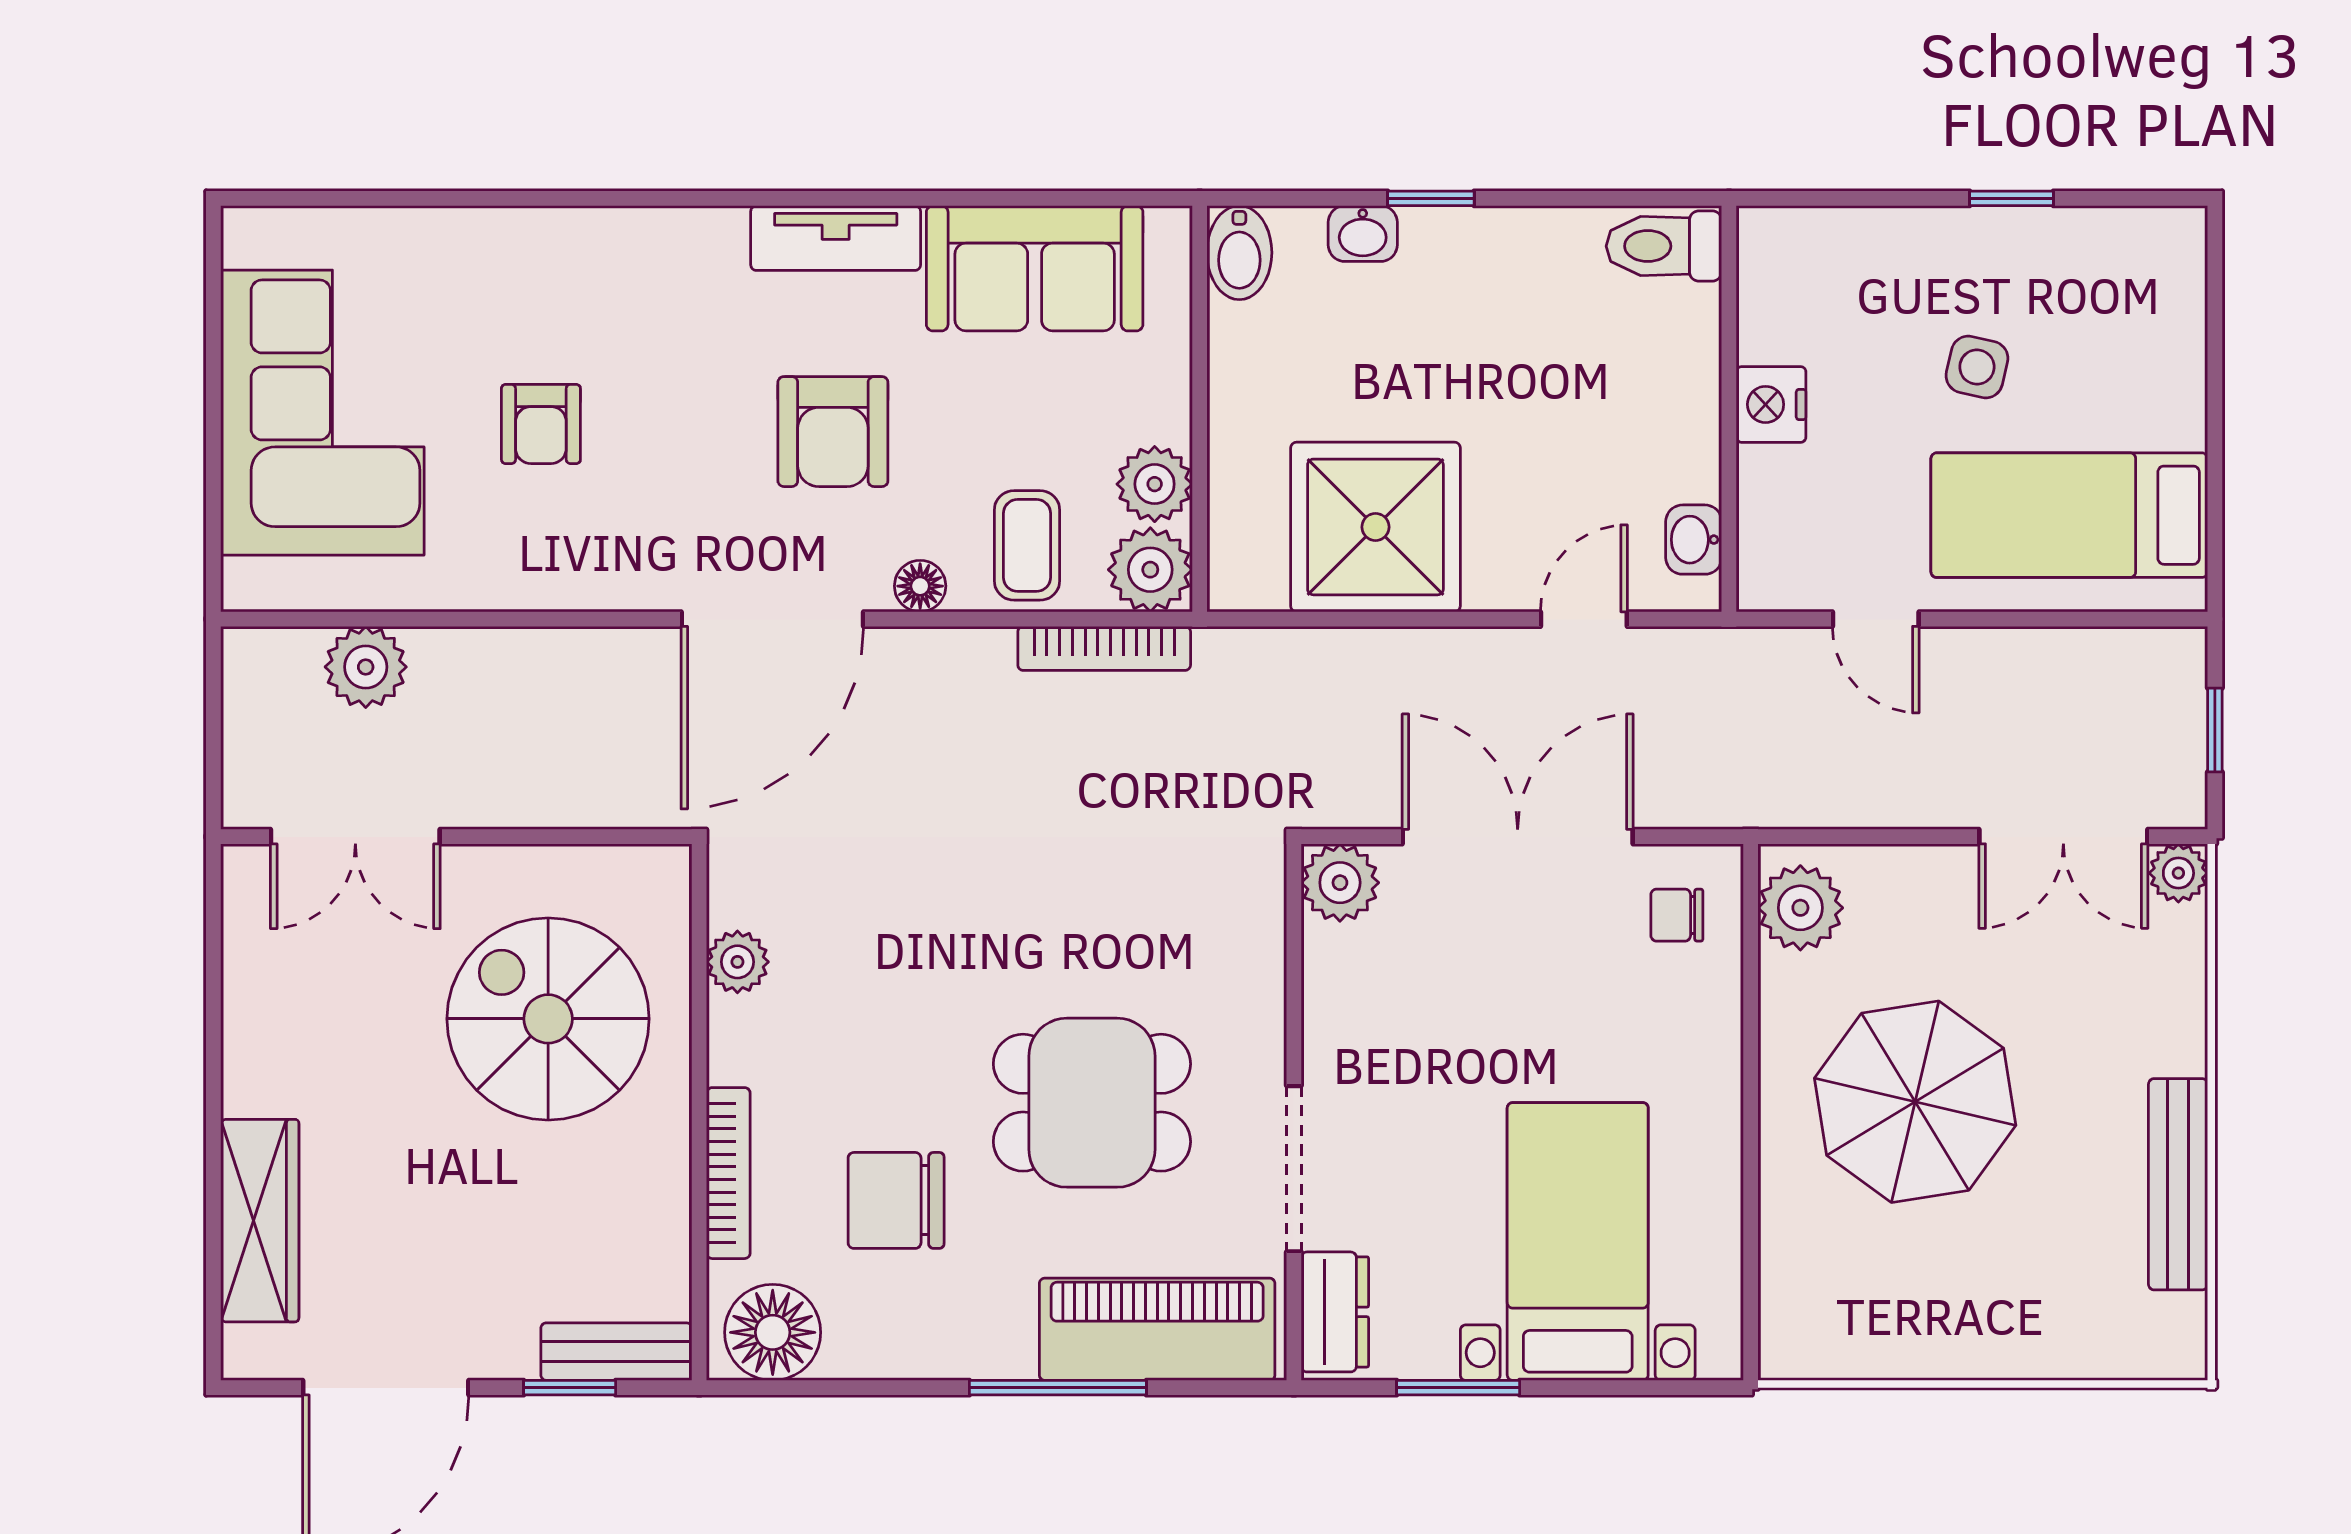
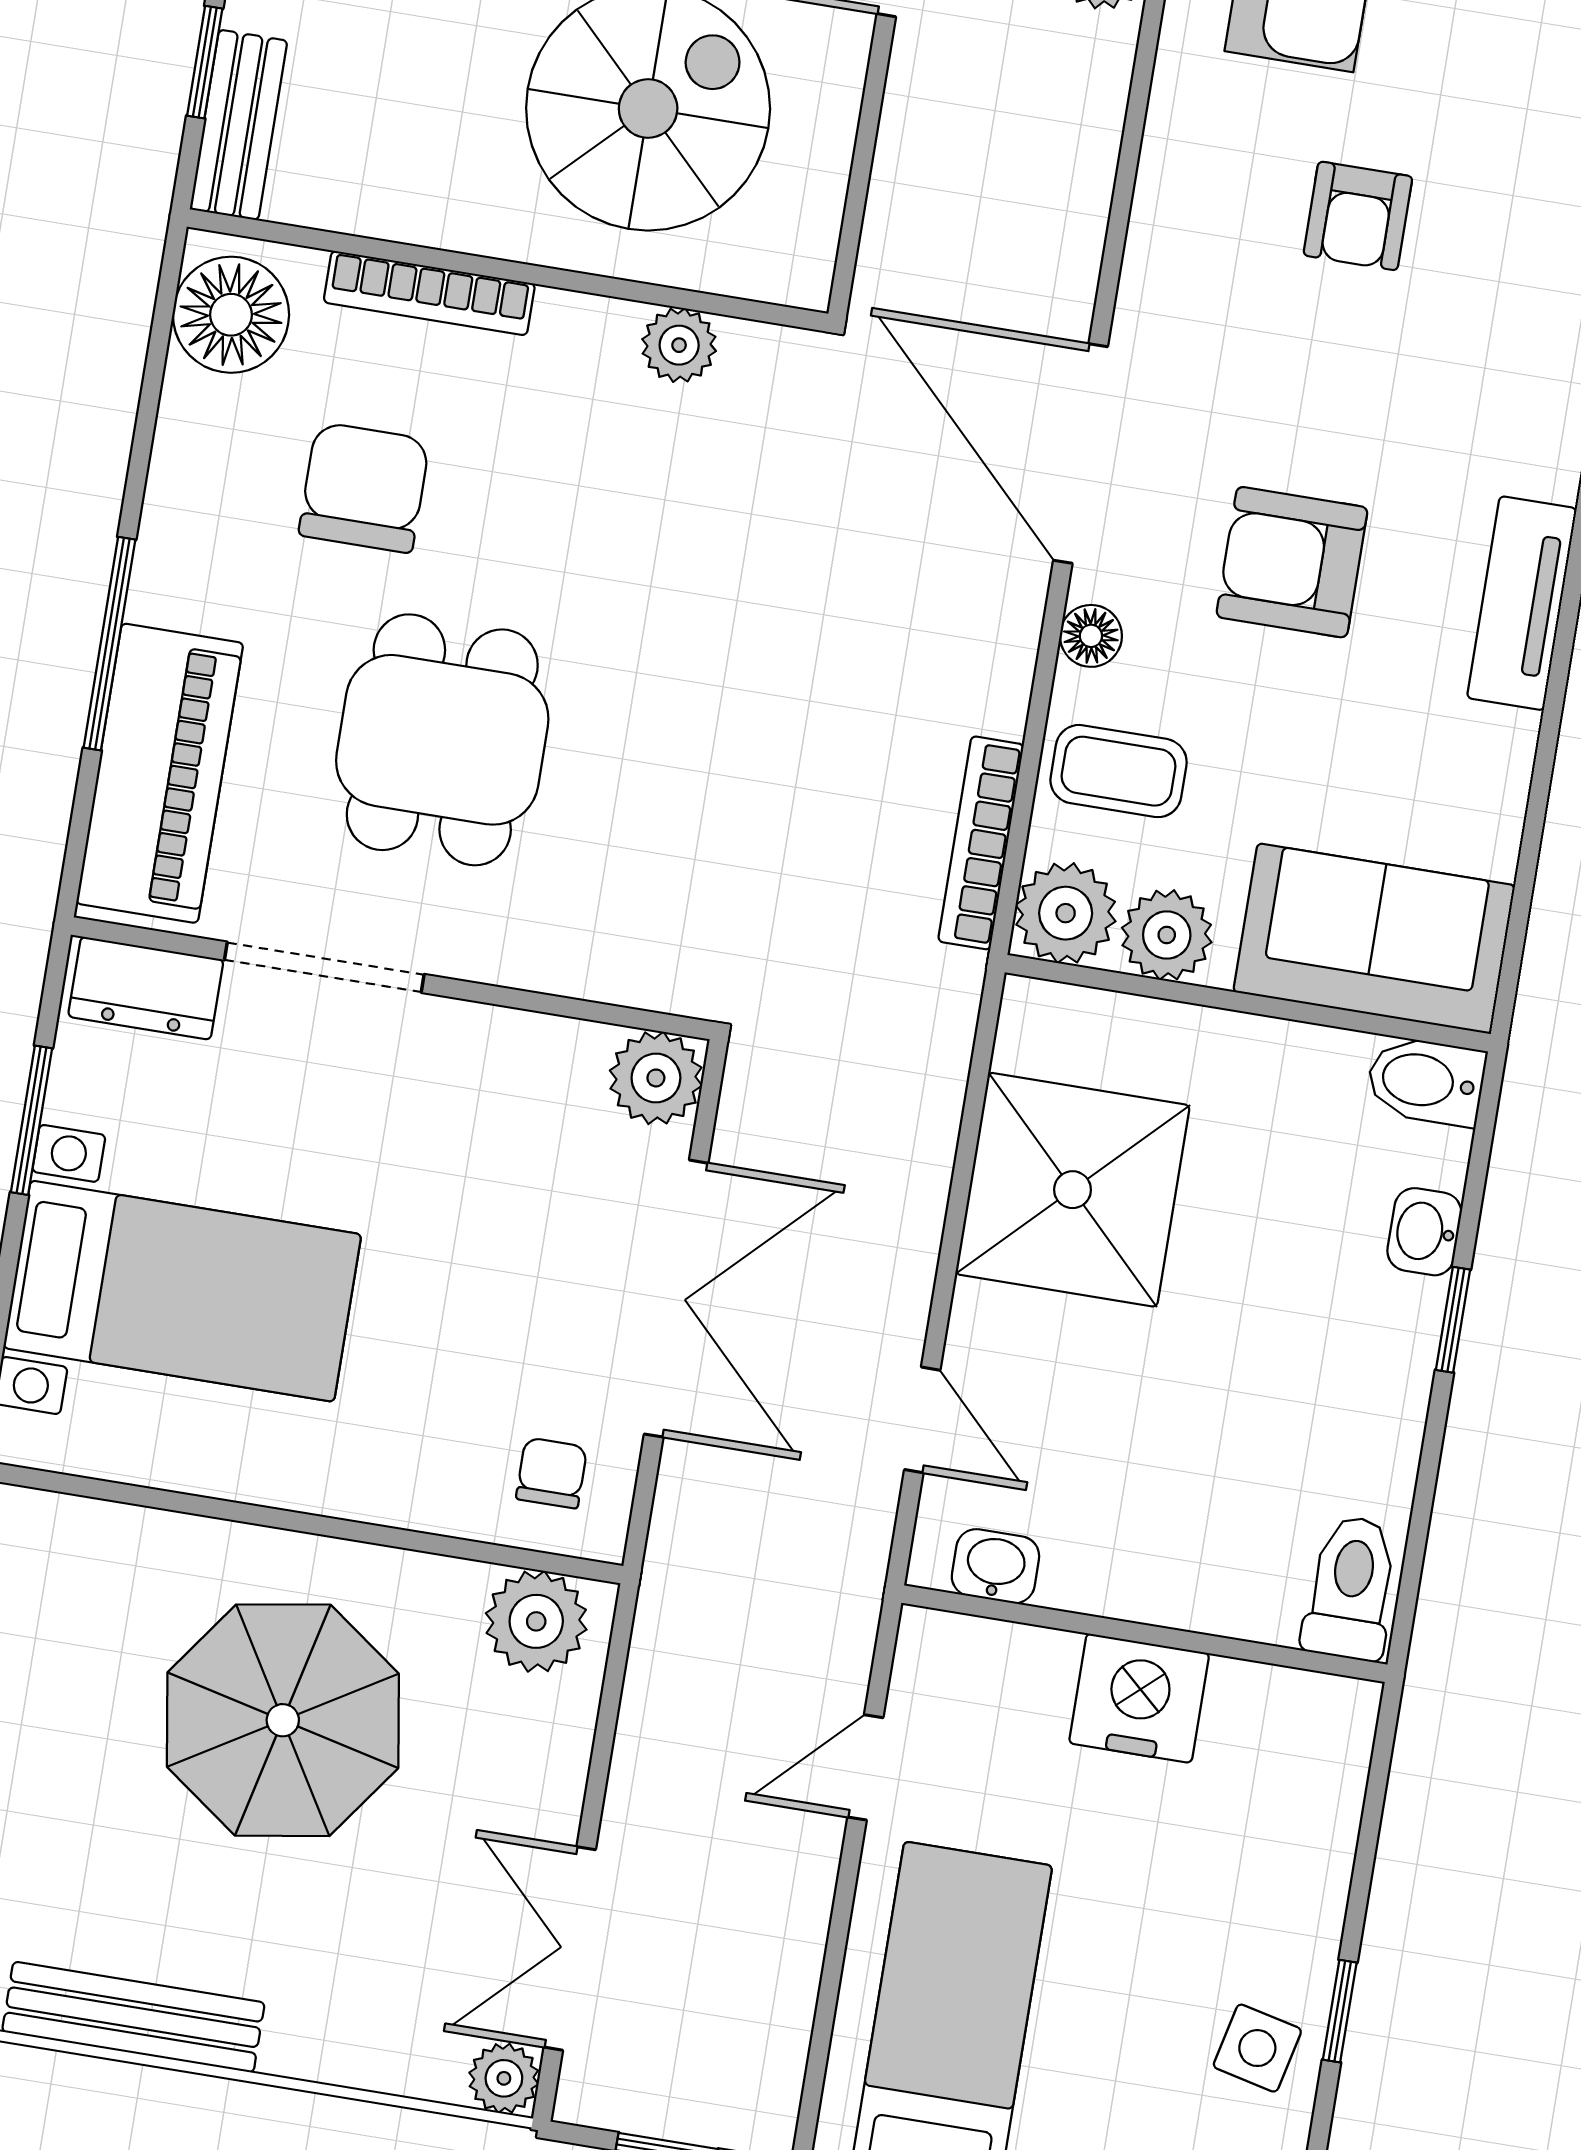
sofa: (1035, 268) -> (1374, 939), moved, turned 90
side table: (1977, 367) -> (1257, 2048), moved
nightstand: (1771, 404) -> (1139, 1698), width x1.36, depth x1.33
armchair: (541, 424) -> (1358, 216), turned -90

